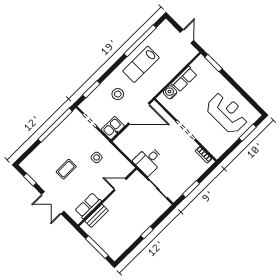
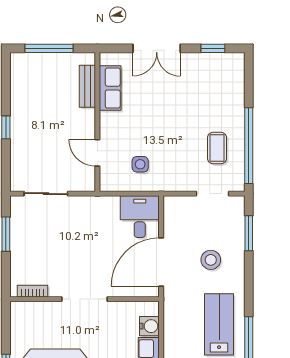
kitchen sink: (113, 128) -> (175, 213), removed
side table: (97, 157) -> (140, 164), moved
desk: (148, 161) -> (140, 217), moved
coffee table: (66, 169) -> (217, 148), moved
door: (120, 184) -> (97, 153), swing flipped
double door: (53, 203) -> (157, 48), swing flipped

